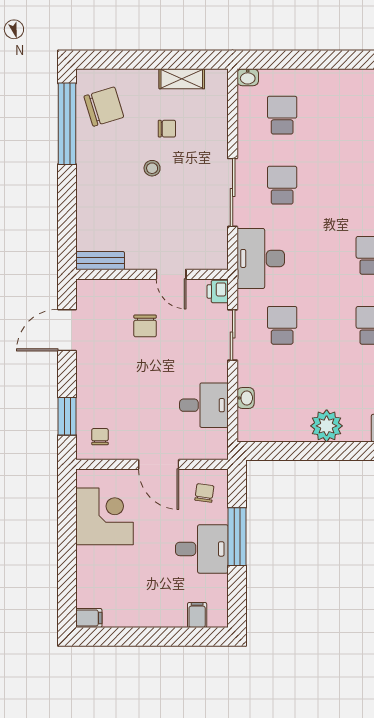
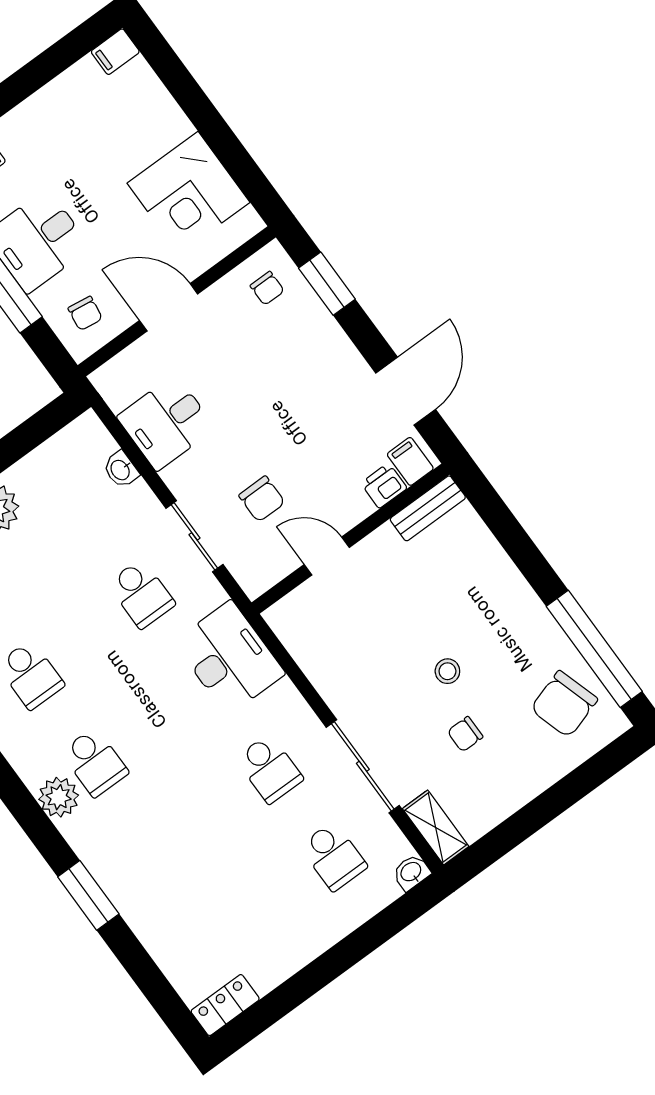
shelving: (182, 79) -> (436, 827), moved, turned 90
sliding door: (233, 192) -> (363, 766), moved
printer: (218, 291) -> (384, 486), moved, turned -90
filing cabinet: (91, 292) -> (410, 461), added
chair: (145, 326) -> (262, 499), moved, turned 180

